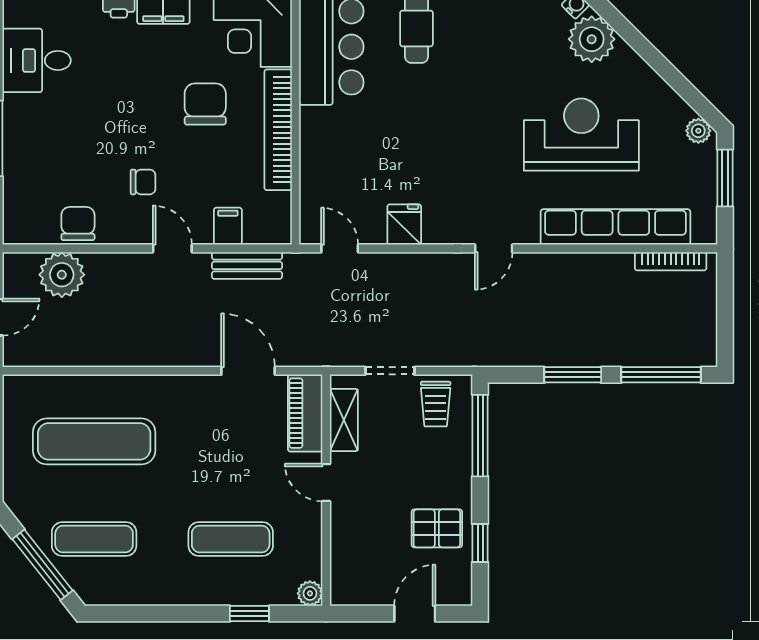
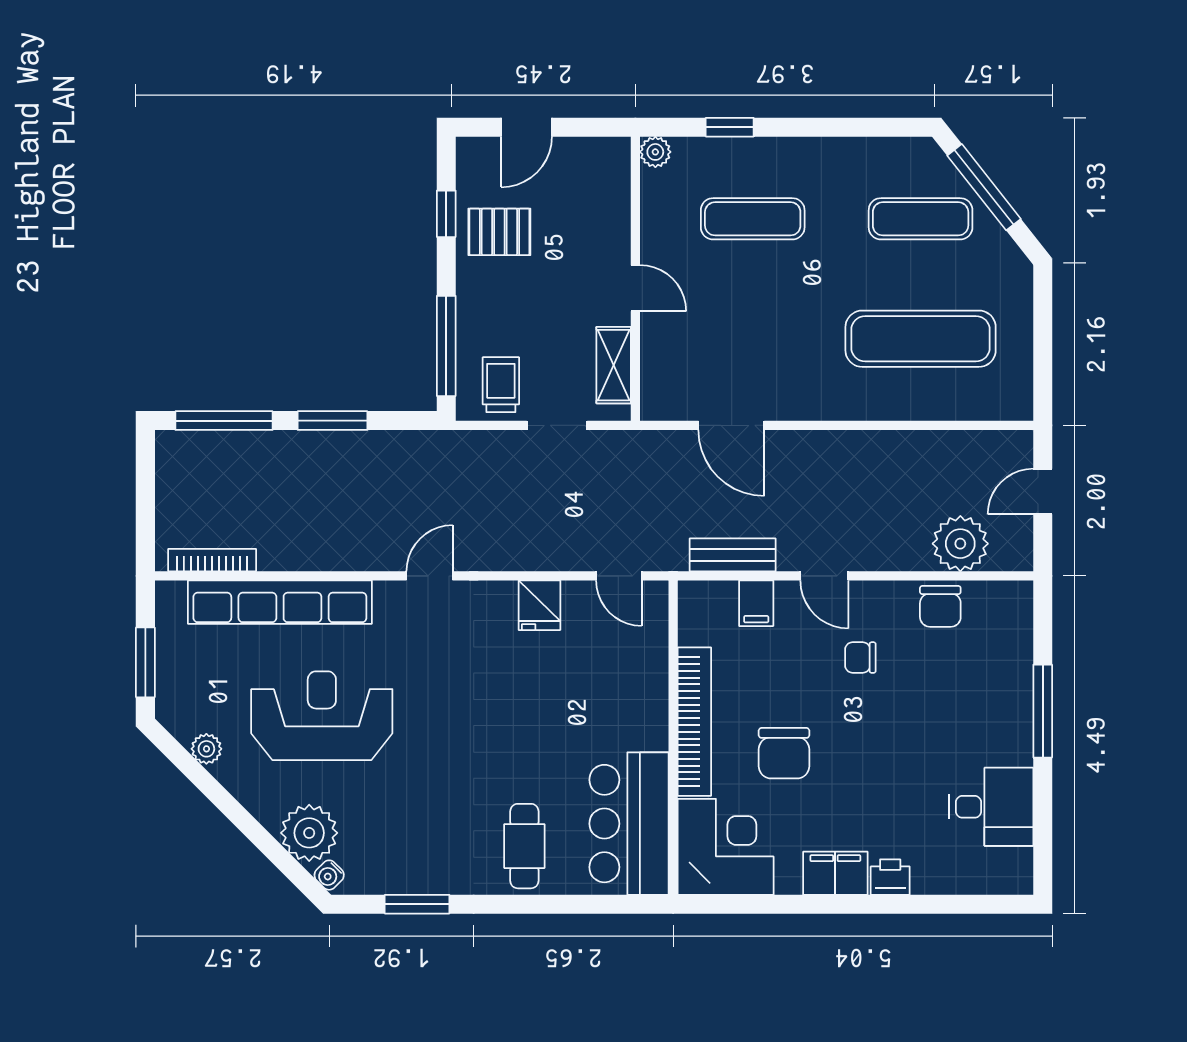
plant: (698, 131) -> (206, 749), moved
reception desk: (581, 135) -> (322, 716), turned 180
piano: (305, 413) -> (661, 374), removed

